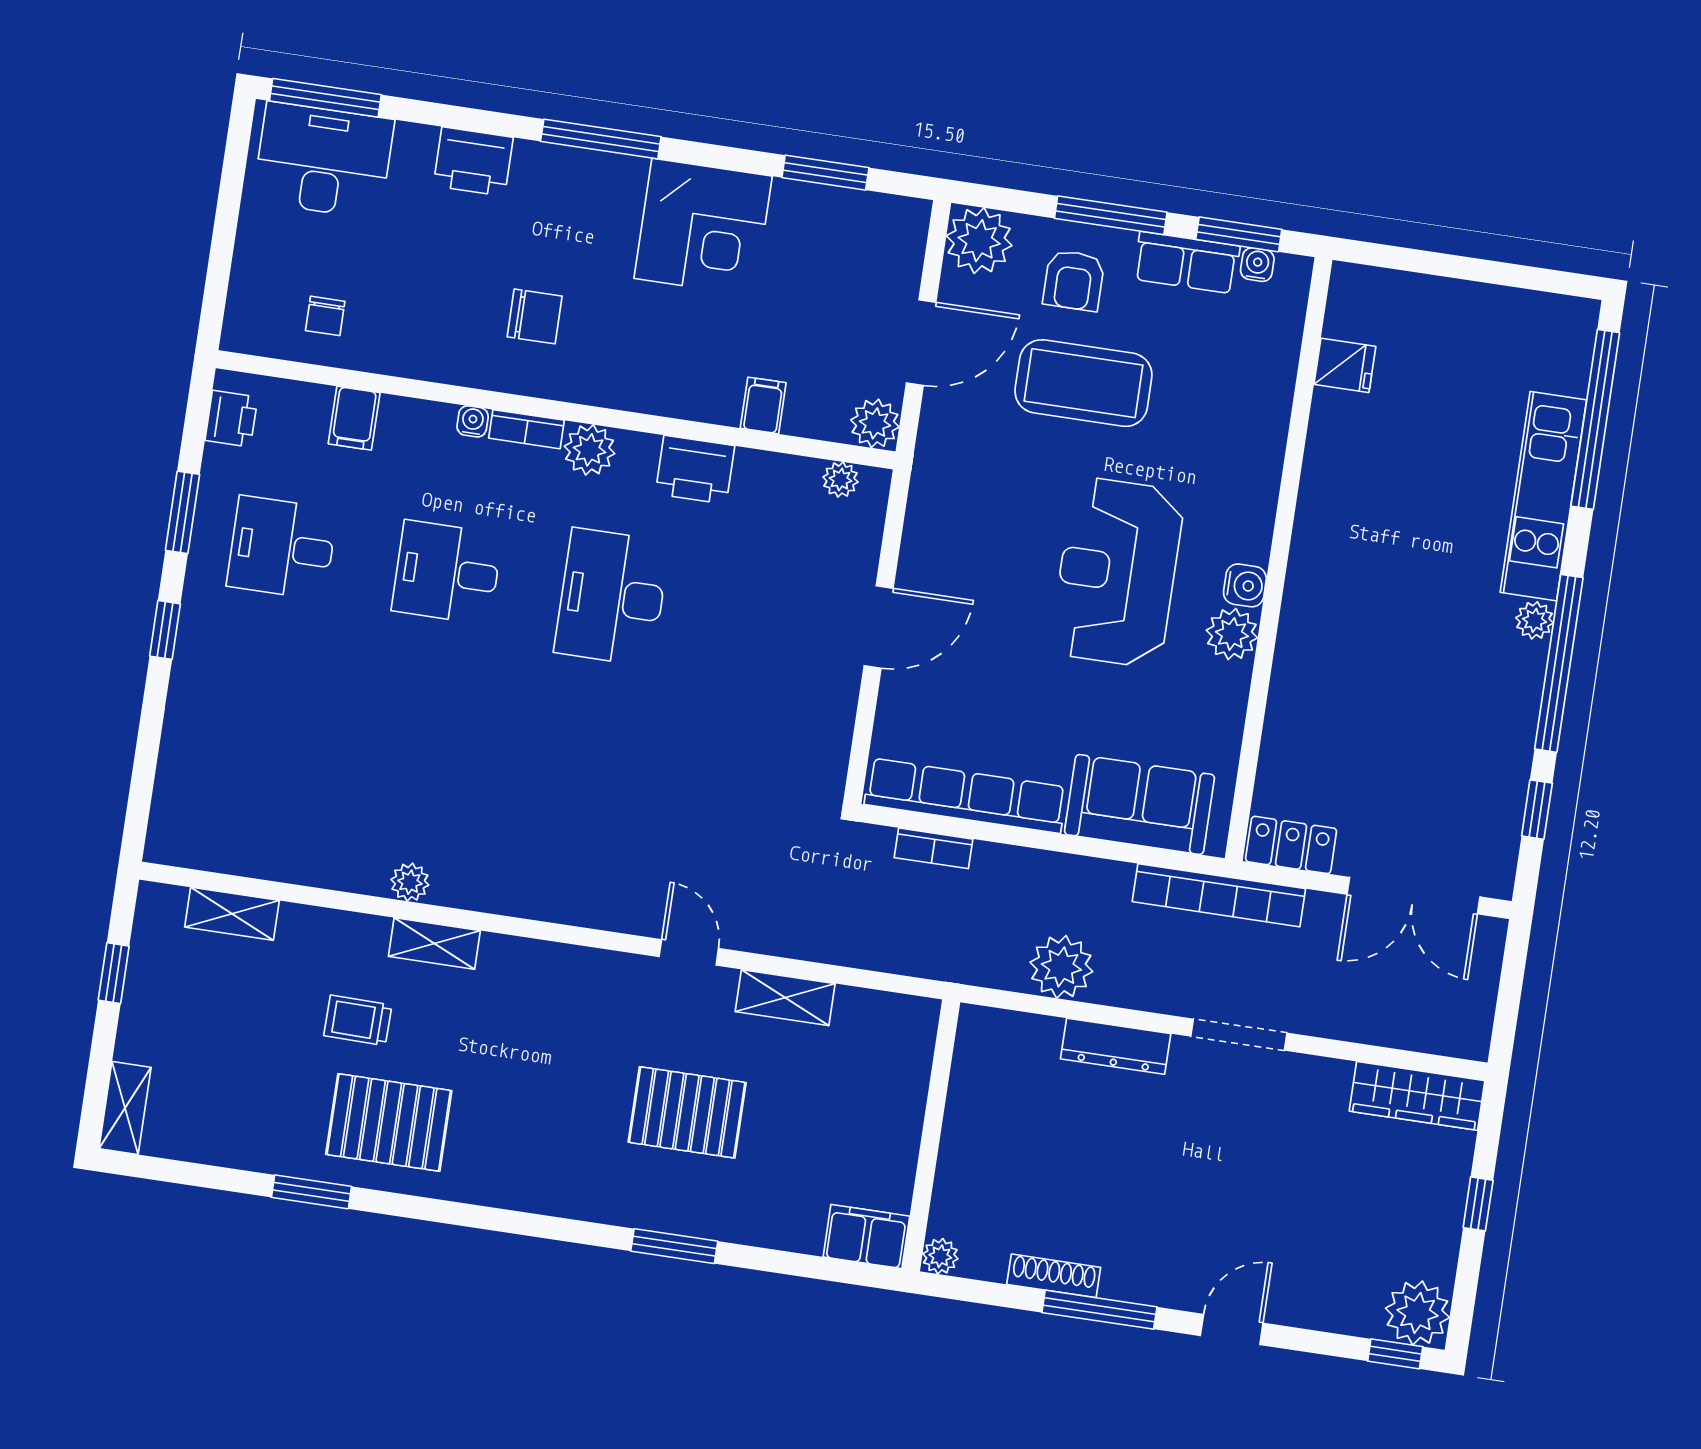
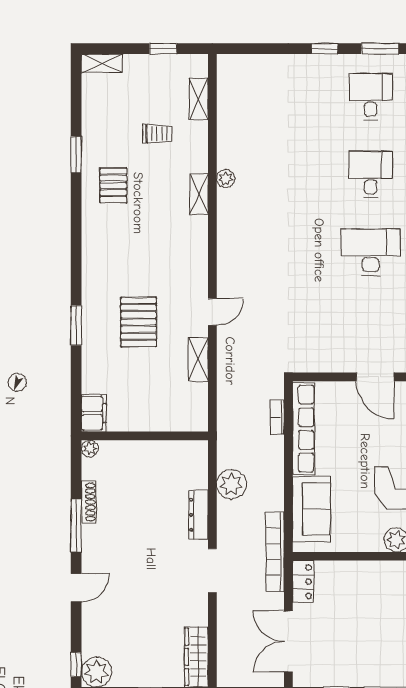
trolley: (358, 1020) -> (158, 134), moved, turned 89
pallet: (389, 1122) -> (113, 185), width x0.67, depth x0.71
door: (1232, 1329) -> (76, 588), hinge flipped

